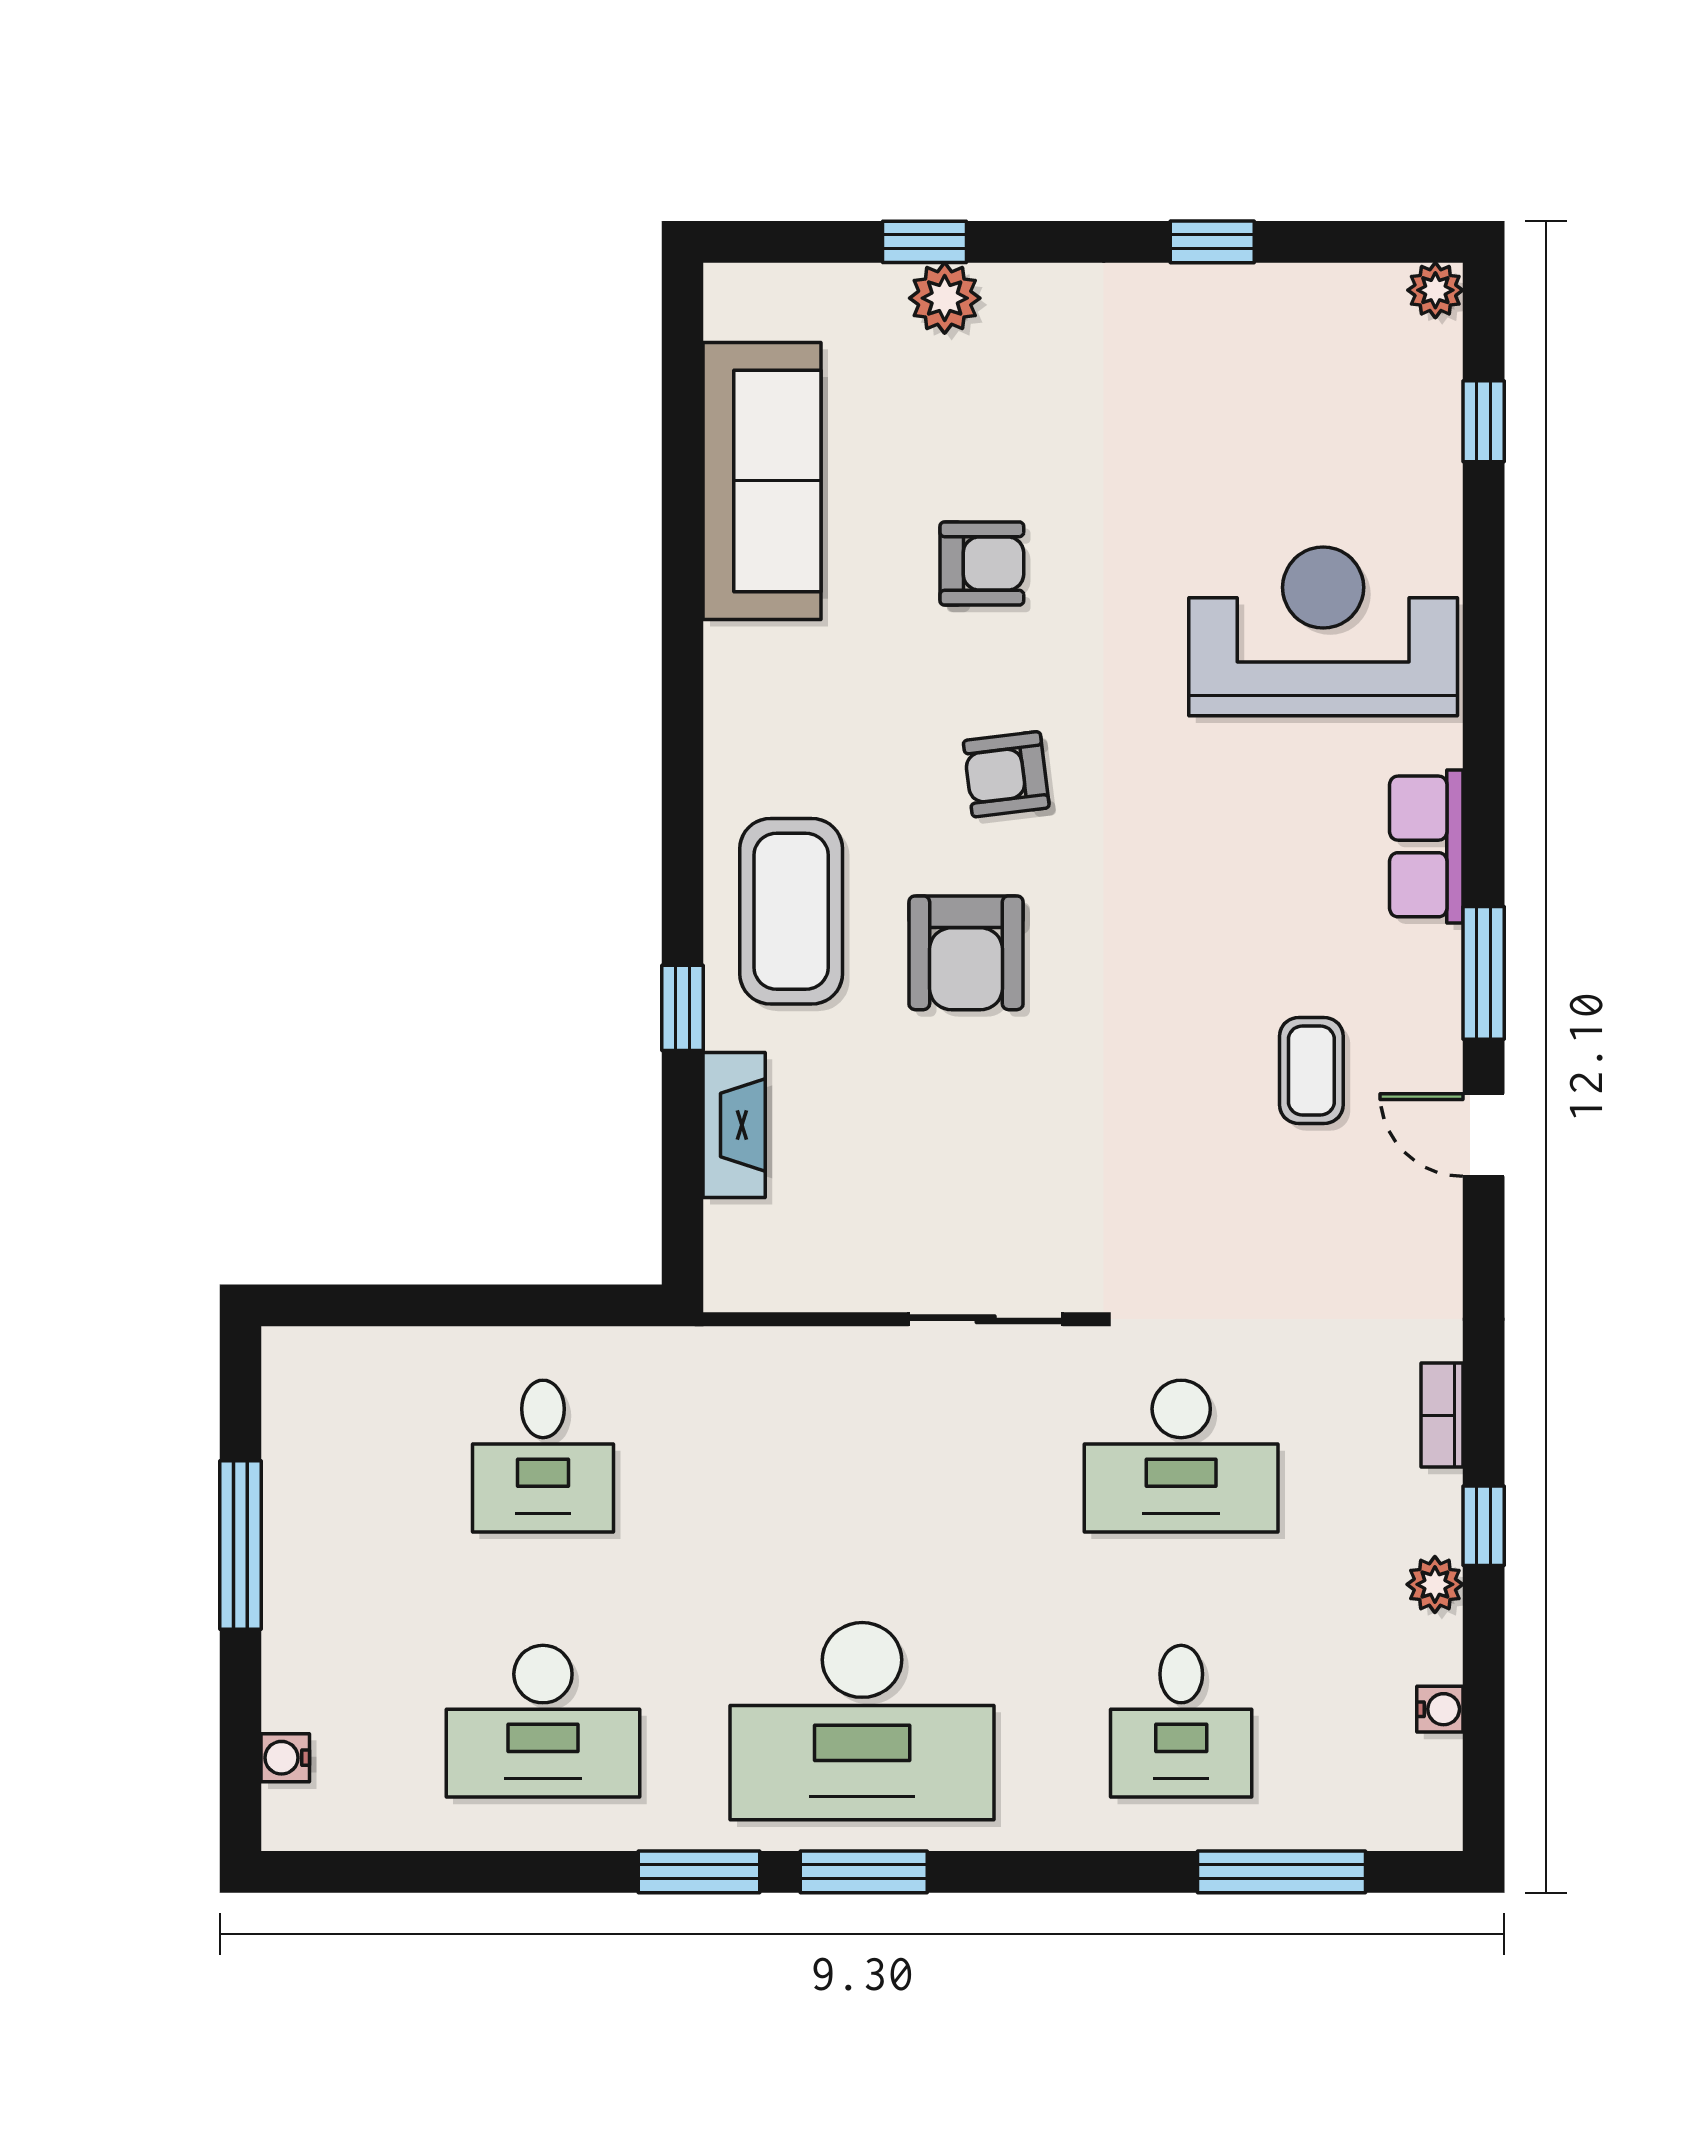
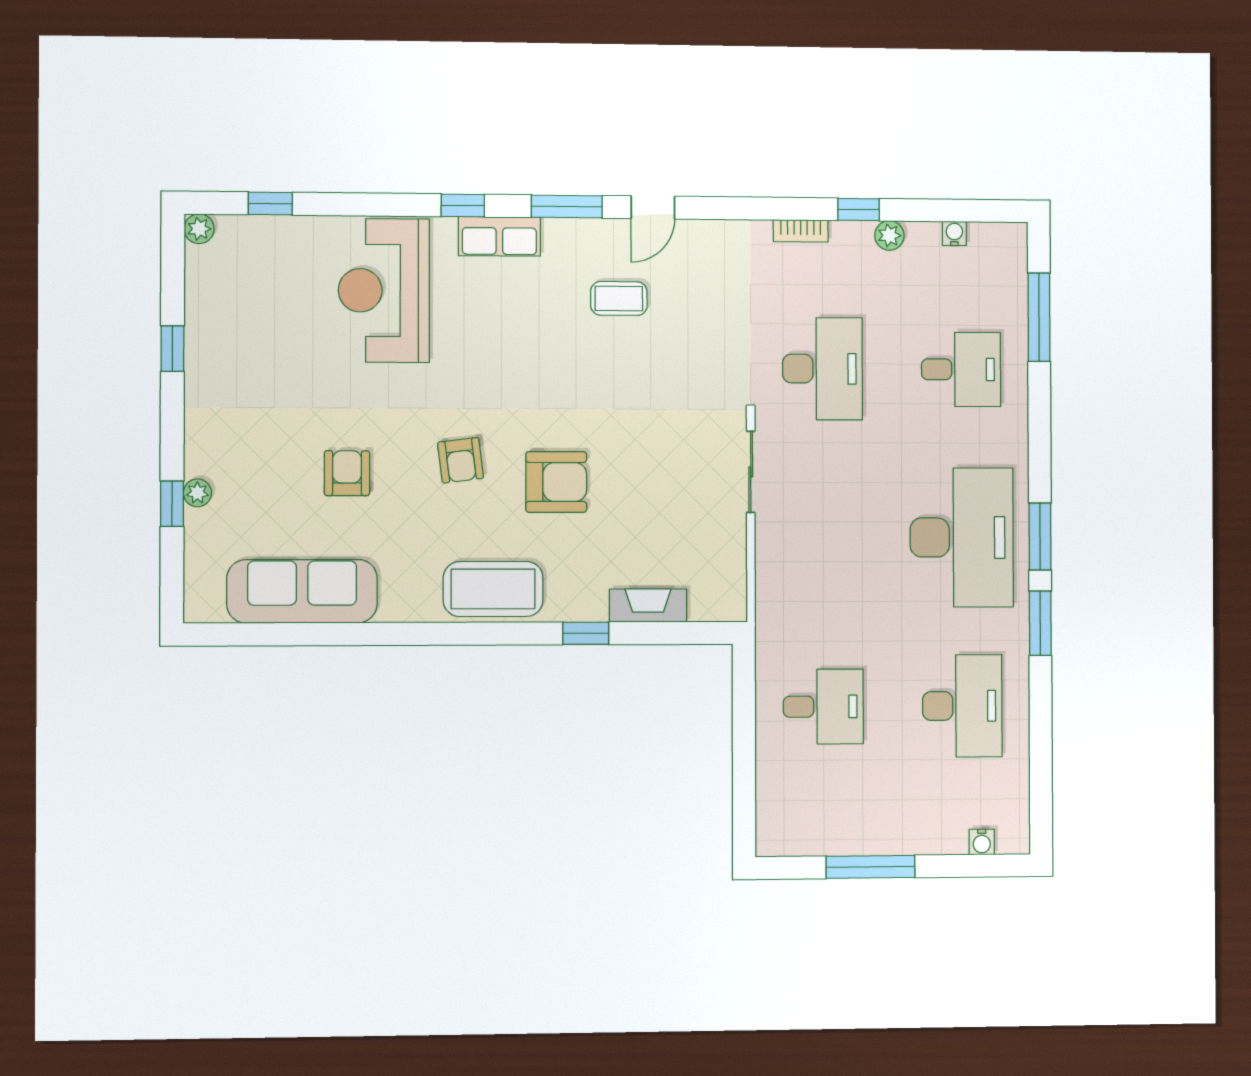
plant: (945, 298) -> (197, 493), width x0.73, depth x0.73
window: (1484, 778) -> (463, 206), added
coffee table: (791, 911) -> (493, 589), moved

